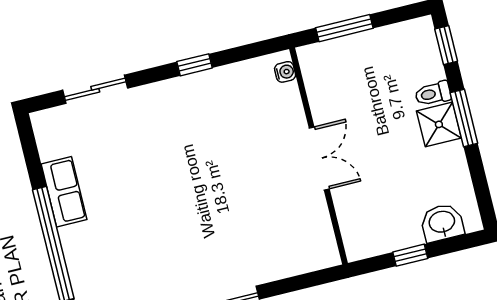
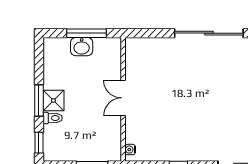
washbasin: (442, 223) -> (82, 47), moved
window: (410, 255) -> (87, 33), width x2.17

